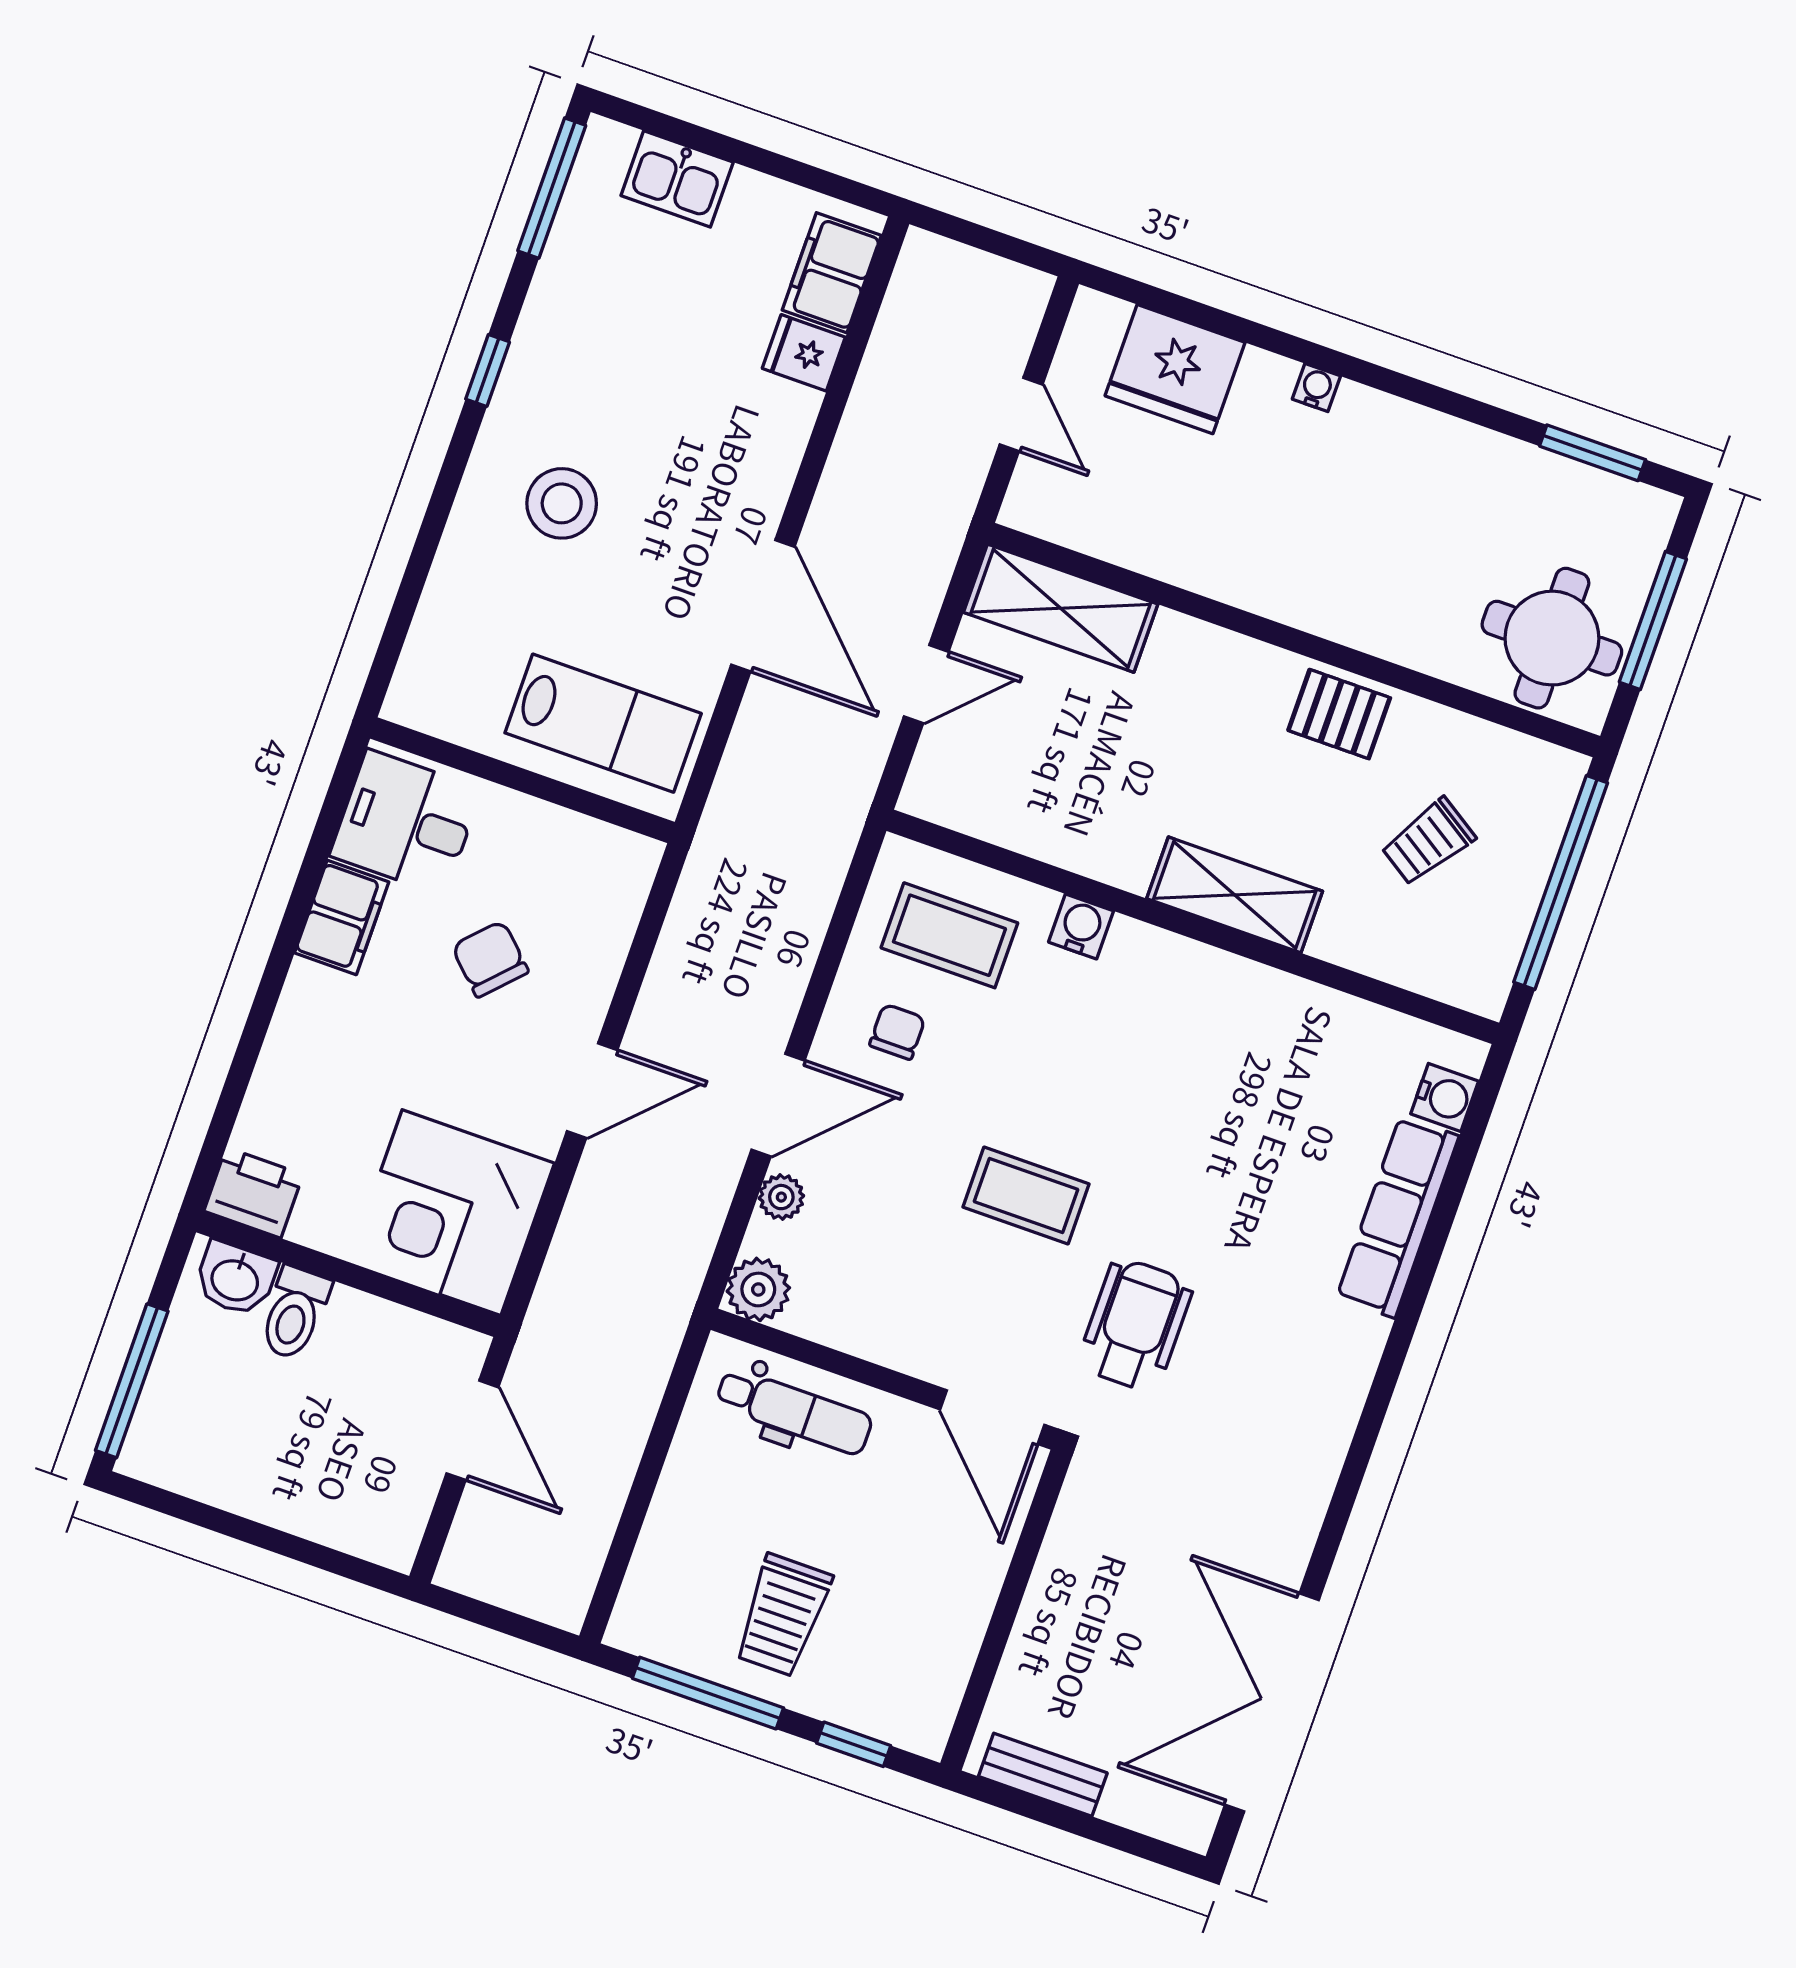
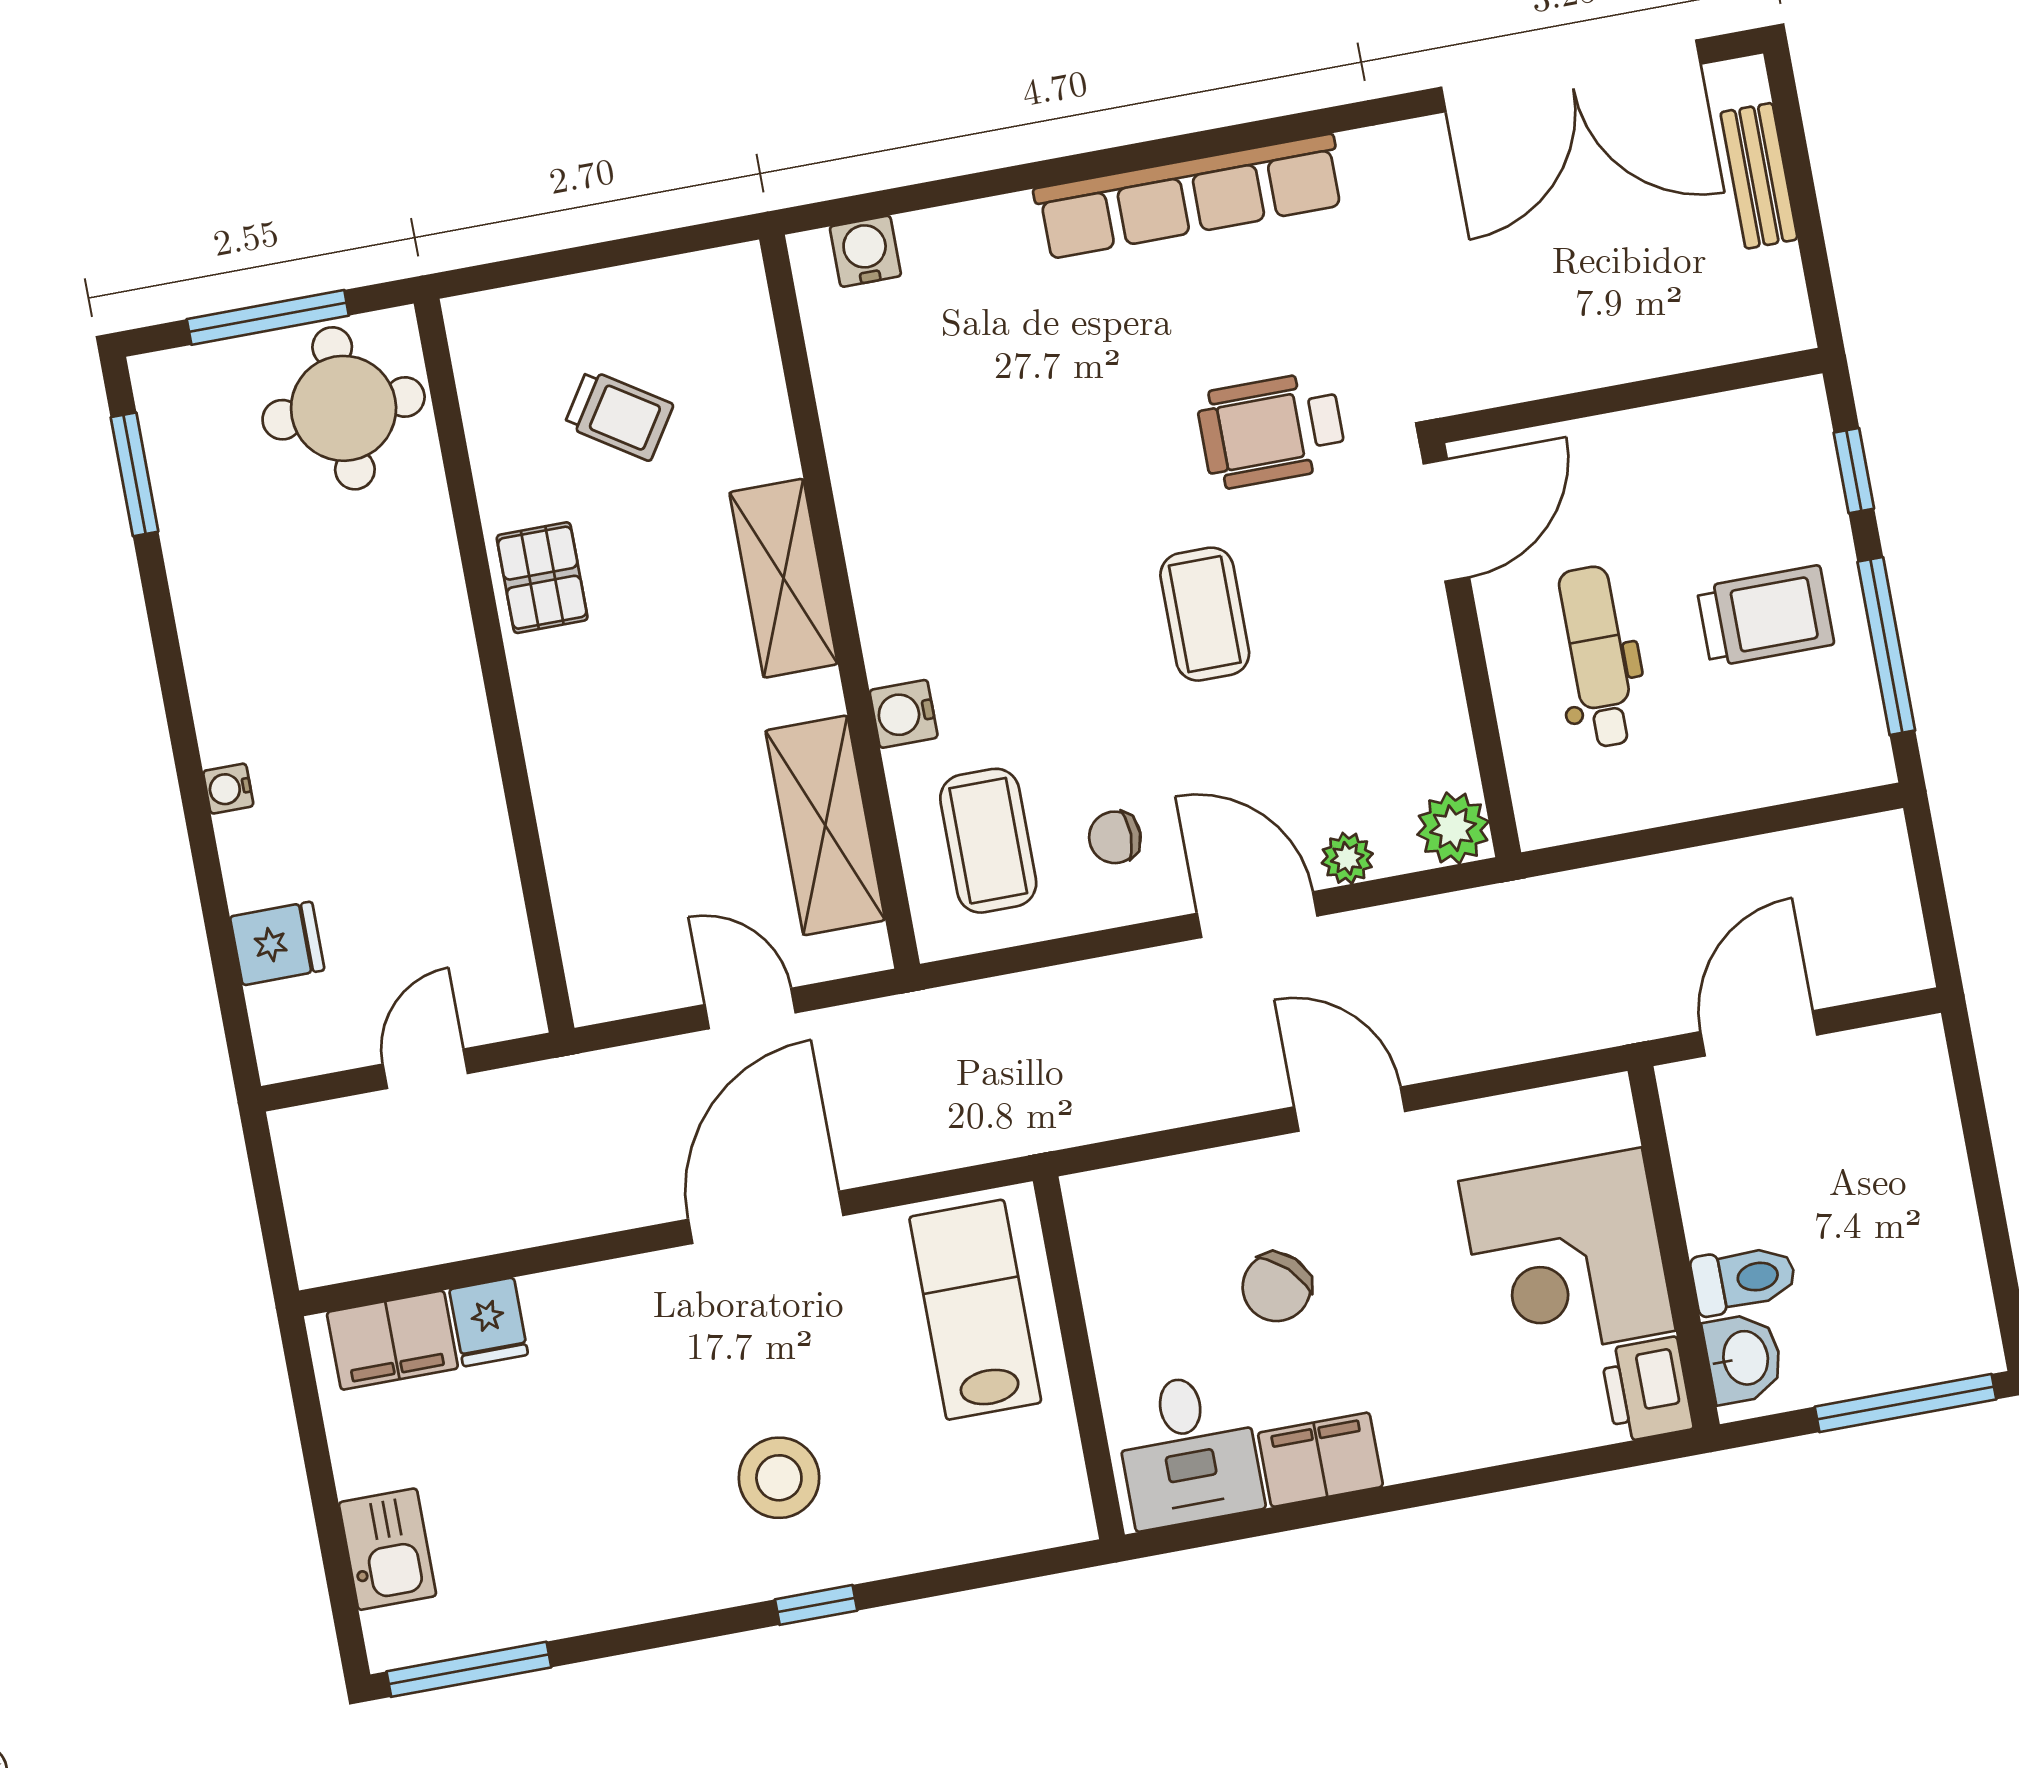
fridge: (1175, 369) -> (277, 943), width x0.53, depth x0.75
window: (488, 370) -> (816, 1605), moved
shelving: (1061, 608) -> (825, 825), moved
window: (1561, 882) -> (583, 259), removed
corner desk: (451, 1213) -> (1567, 1256), moved, turned 90
row of seats: (1398, 1217) -> (1189, 197), moved, width x1.36
dental chair: (794, 1411) -> (1597, 657), moved
bench: (1043, 1775) -> (1759, 176), moved

